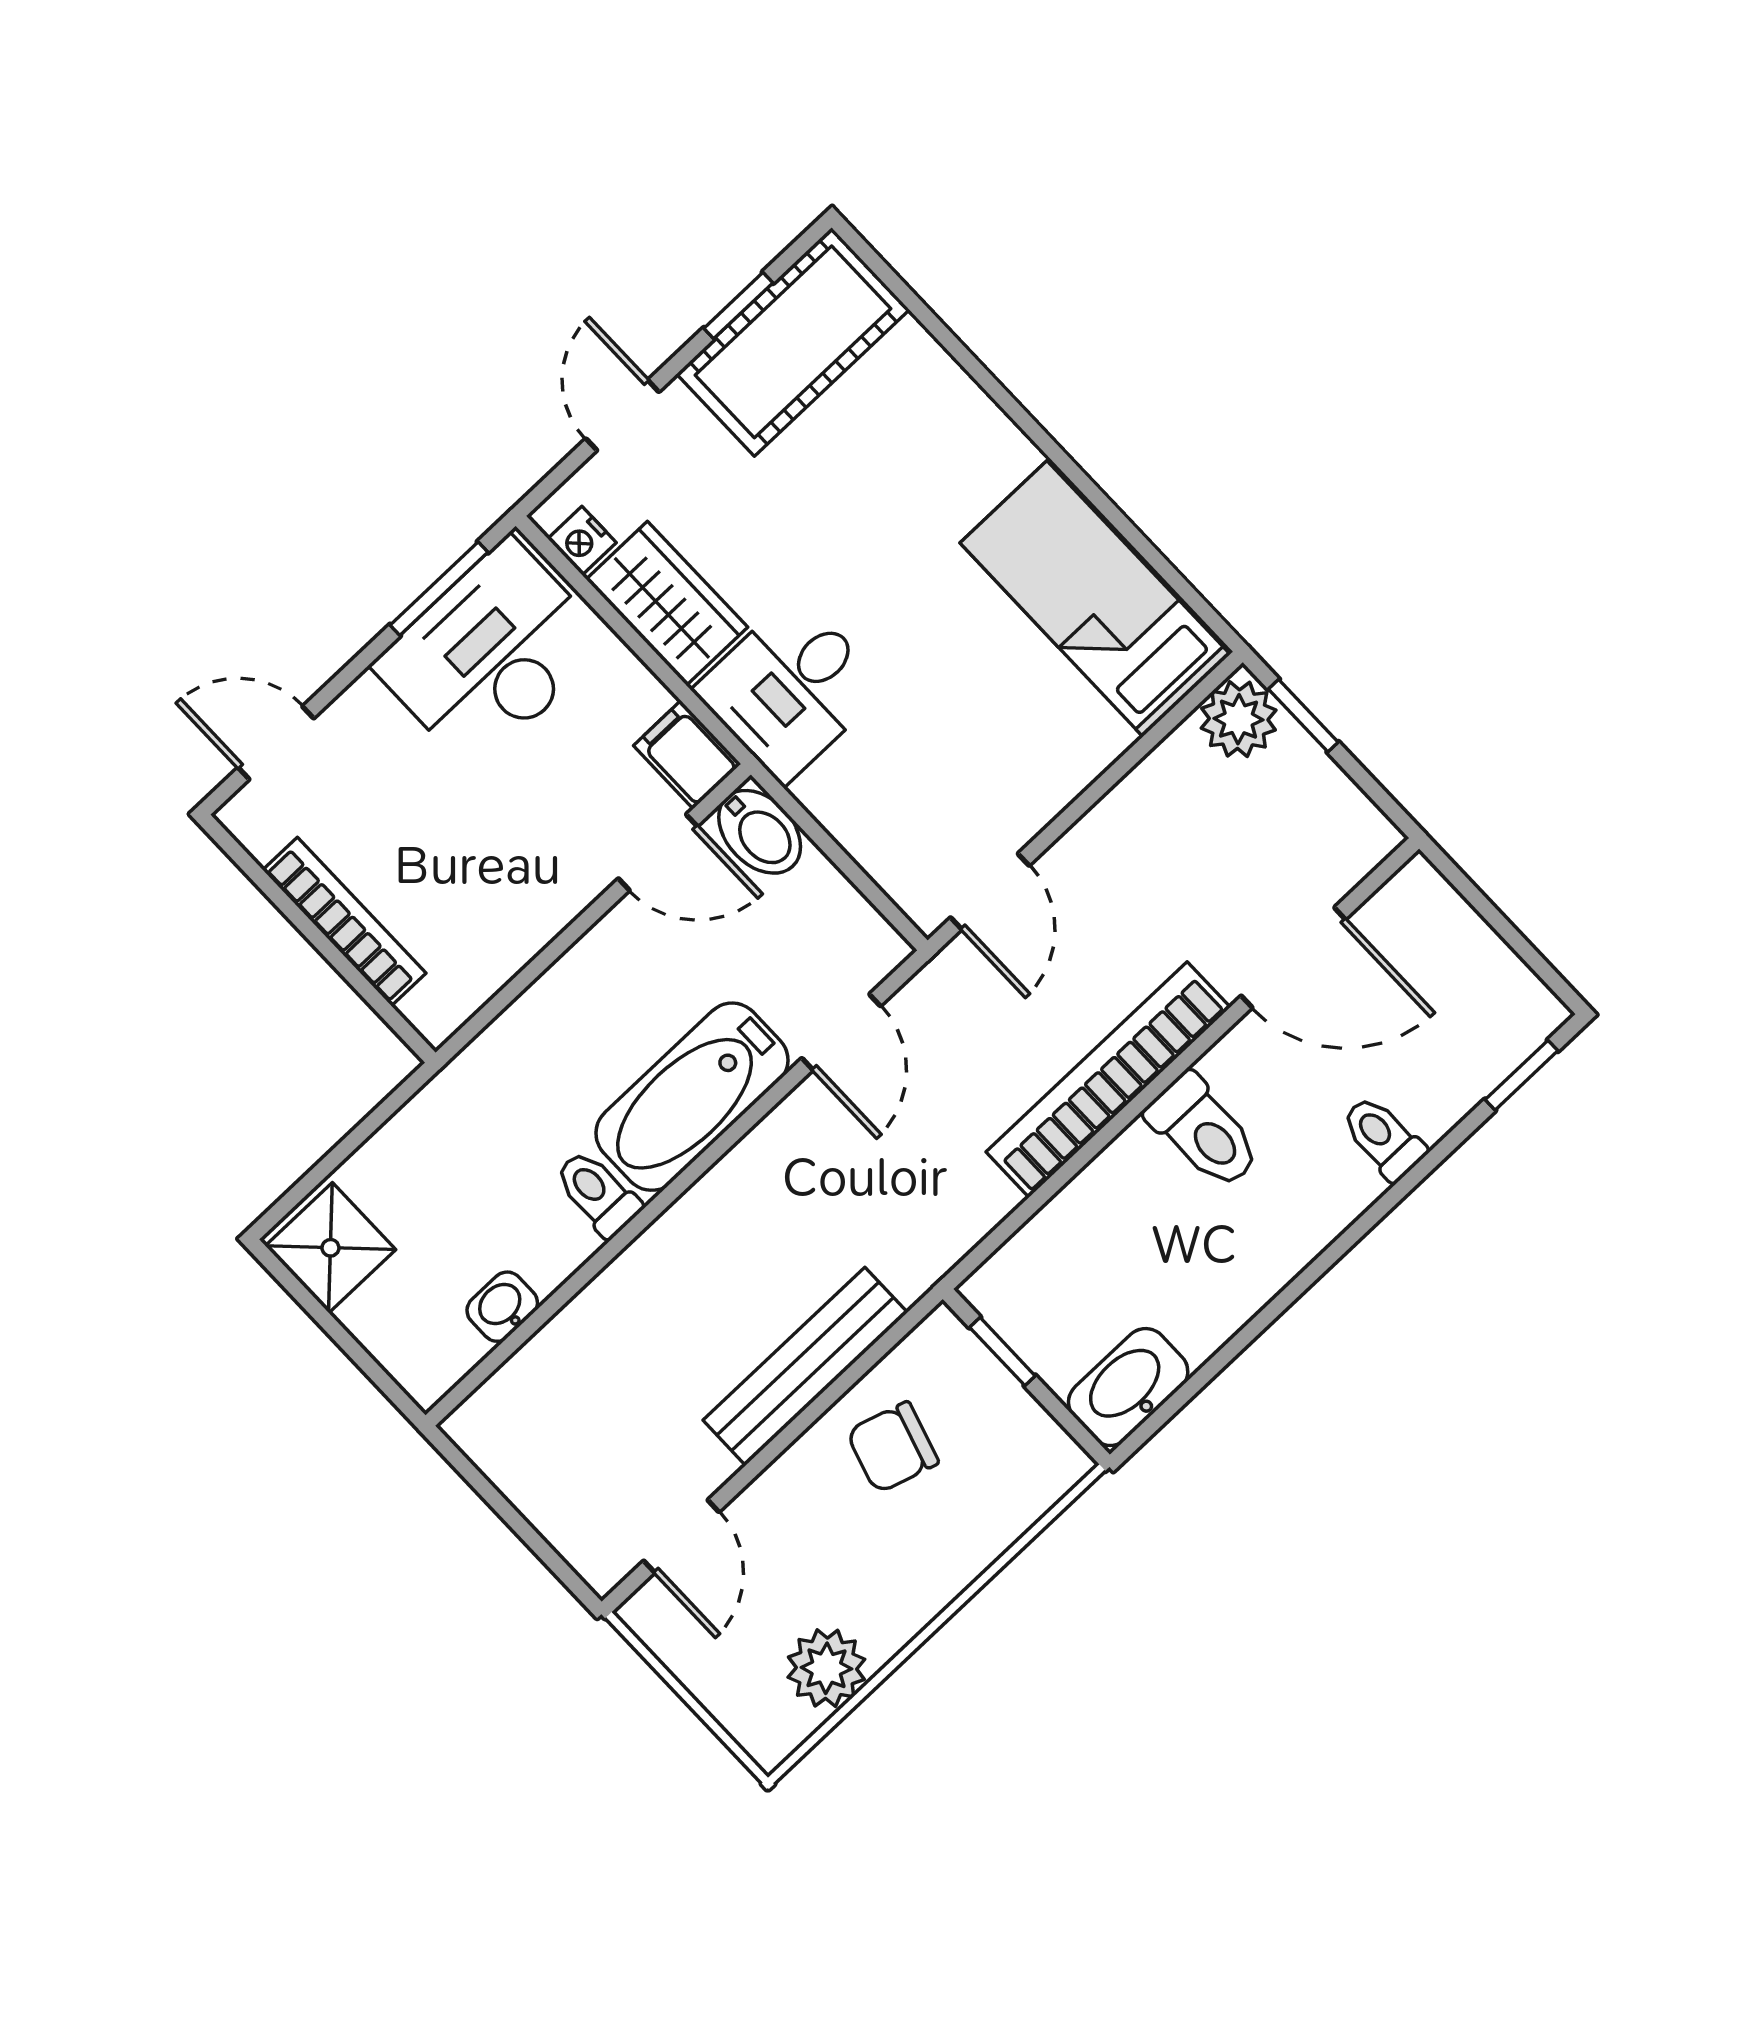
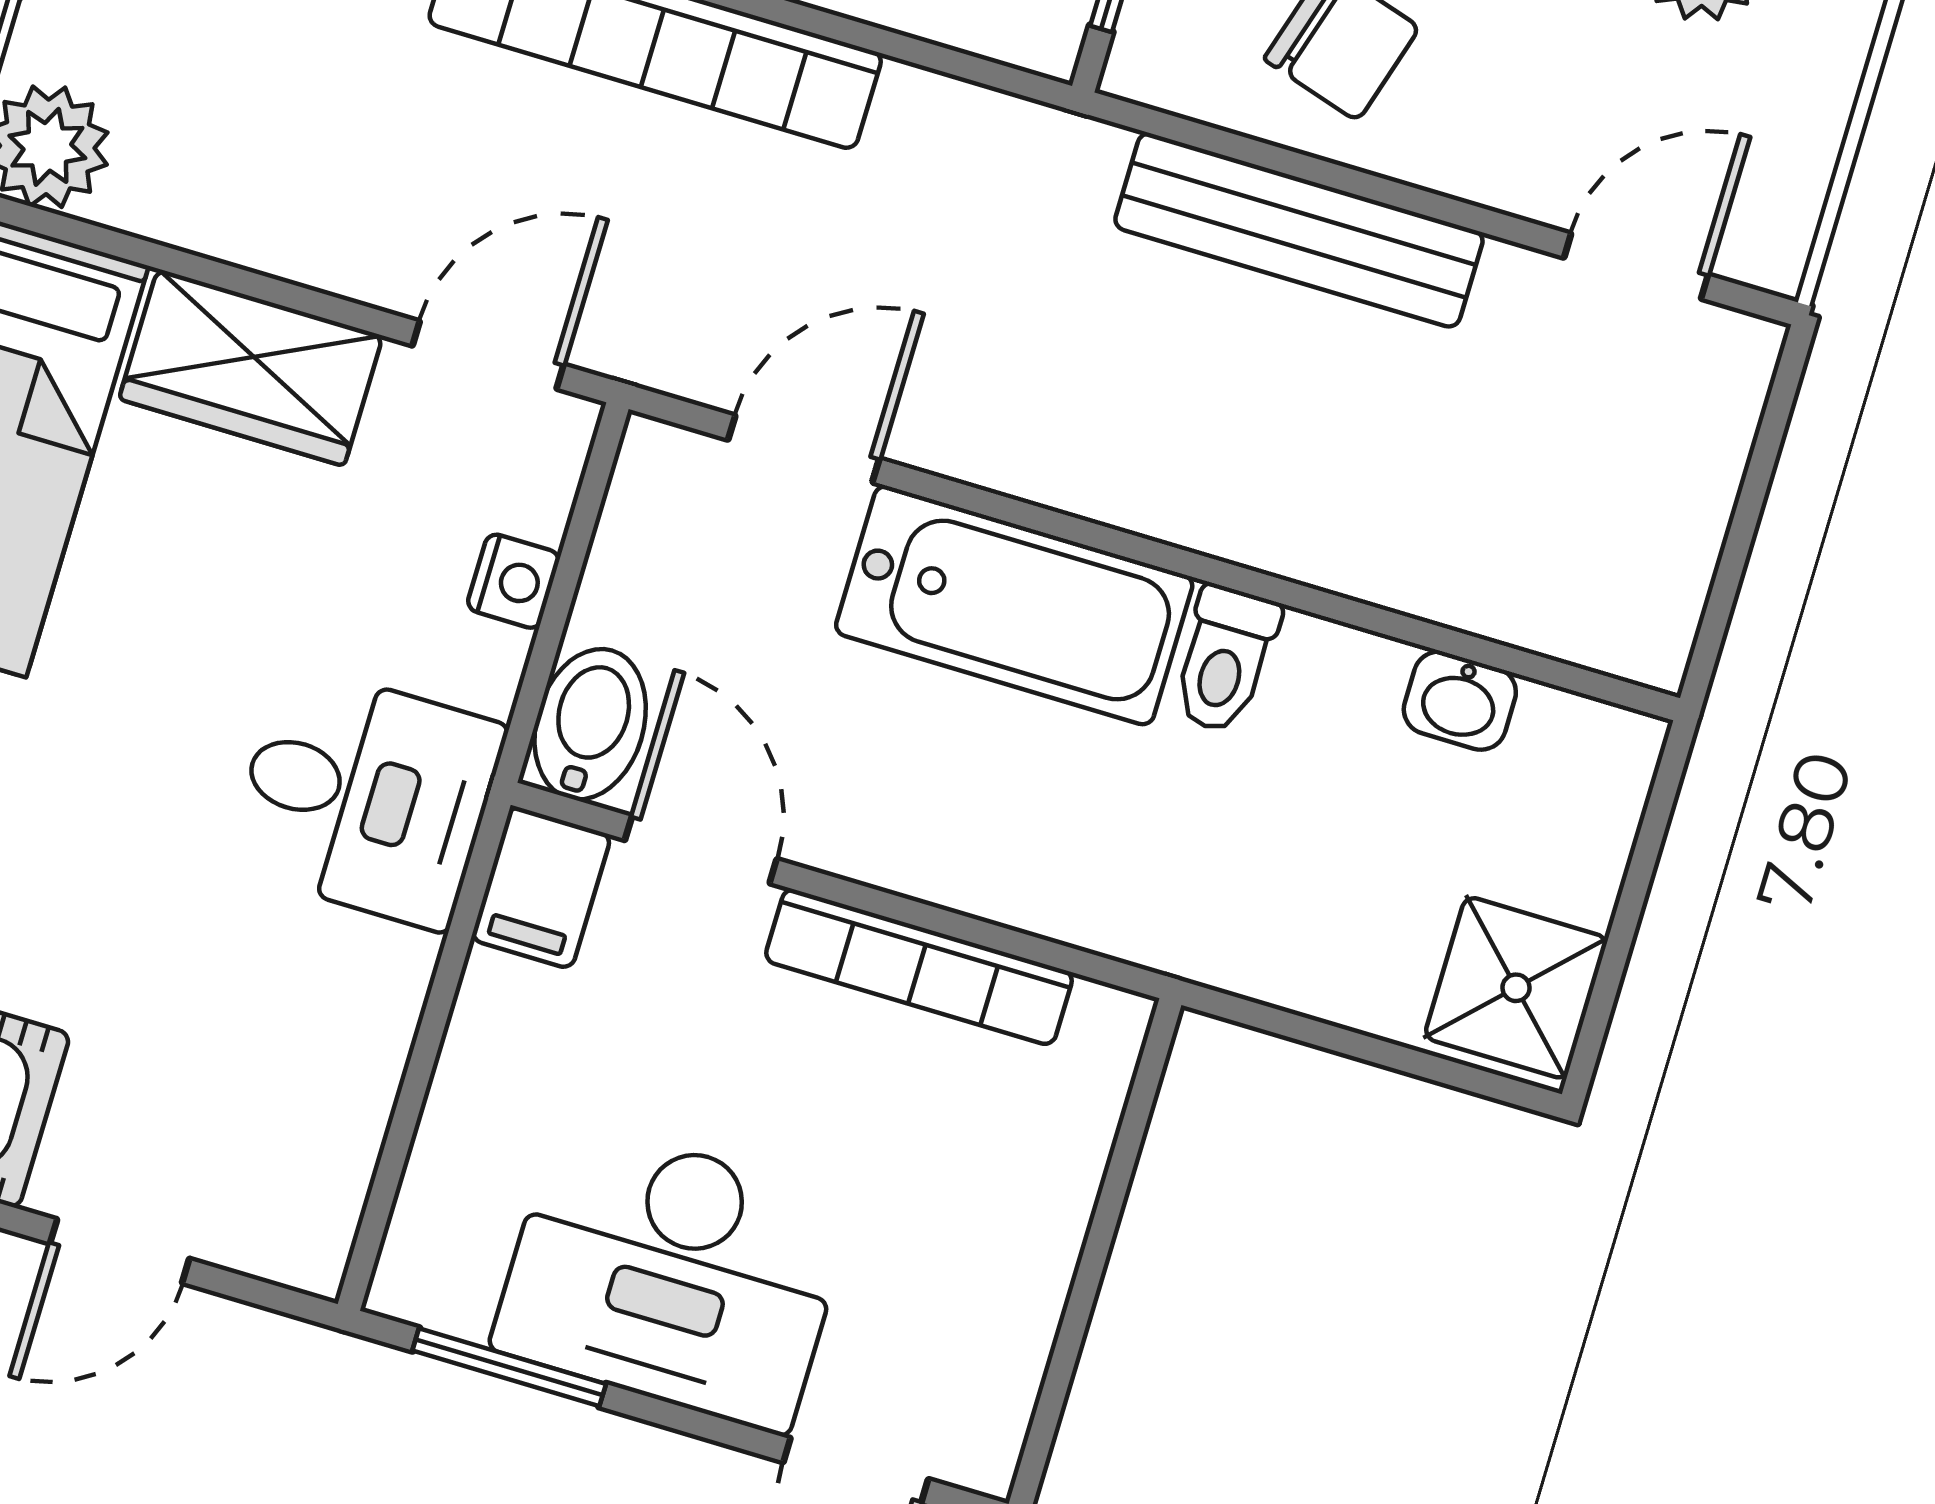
nightstand: (582, 541) -> (513, 581), moved
wardrobe: (667, 603) -> (251, 367), moved, turned -90
desk: (491, 654) -> (673, 1275), moved
bookcase: (344, 922) -> (919, 967), moved, turned -90

